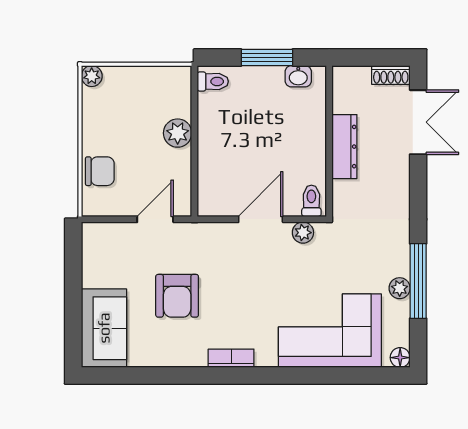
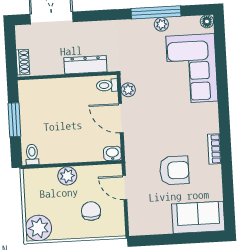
shoe rack: (391, 75) -> (23, 62), moved
plant: (92, 76) -> (39, 228), width x1.87, depth x1.87
washbasin: (298, 76) -> (112, 153), moved, turned -90
dresser: (344, 147) -> (85, 65), moved
chair: (100, 171) -> (91, 211), moved
bookcase: (231, 358) -> (214, 149), moved

